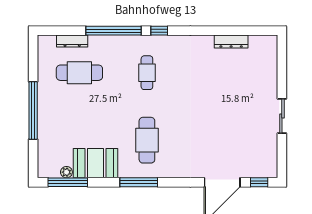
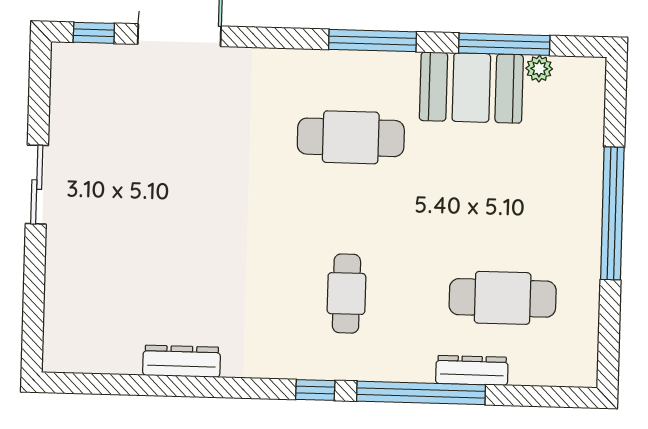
dresser: (72, 41) -> (472, 370), moved
dresser: (231, 41) -> (182, 361), moved
cafe table: (147, 140) -> (351, 137), turned 90
window: (68, 182) -> (504, 44), moved

